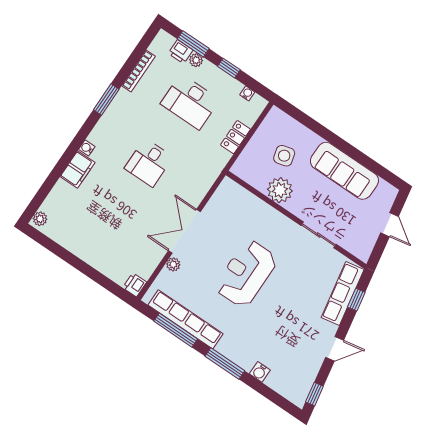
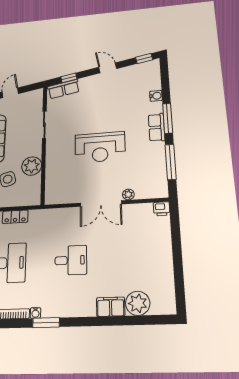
water cooler: (87, 148) -> (35, 313), moved
plant: (40, 219) -> (138, 303), moved, width x1.87, depth x1.87
row of seats: (343, 293) -> (63, 89), width x0.68
row of seats: (186, 319) -> (157, 127), moved, width x0.50

